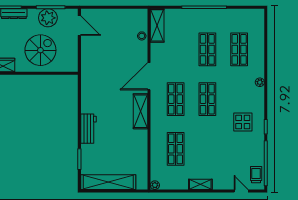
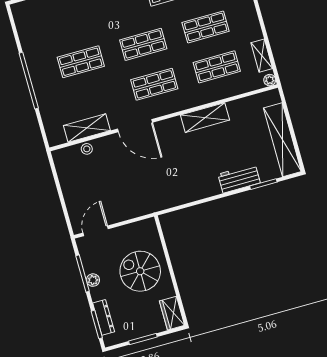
plant: (48, 18) -> (93, 280), width x0.53, depth x0.53
shelving: (157, 25) -> (87, 128), moved
shop shelf: (239, 49) -> (206, 27), moved
shelving: (141, 111) -> (205, 118), moved
workbench: (88, 129) -> (239, 179), moved
shelving: (200, 184) -> (262, 56), moved

